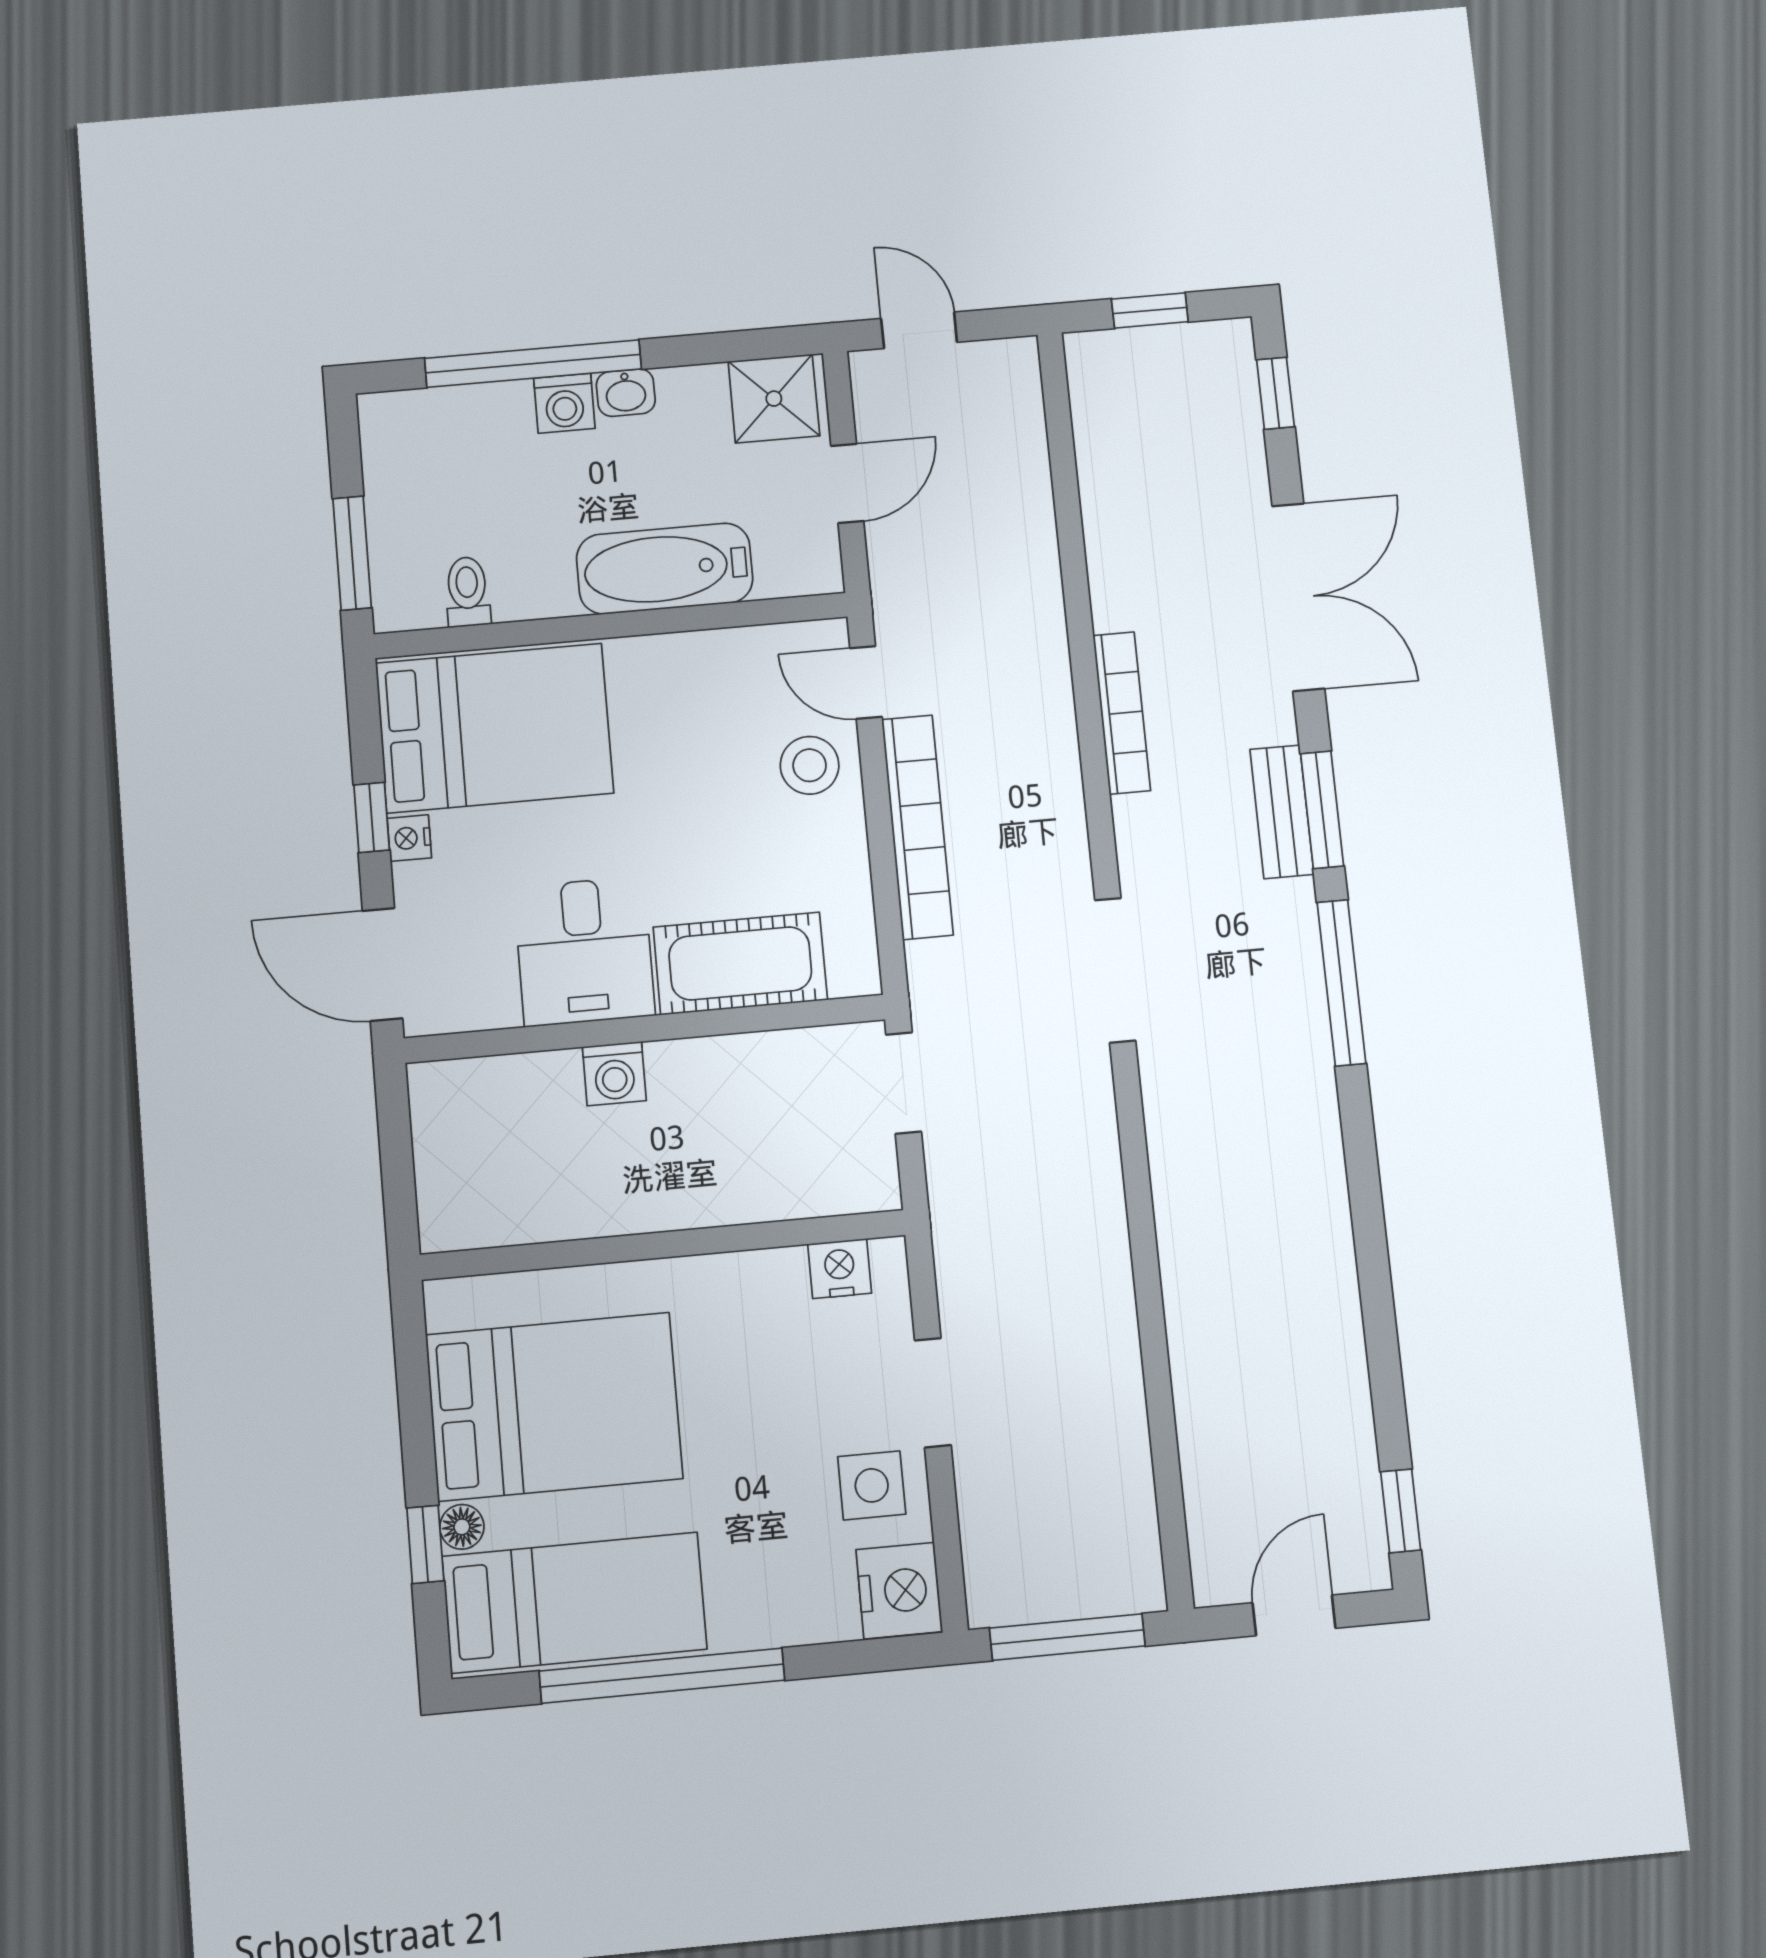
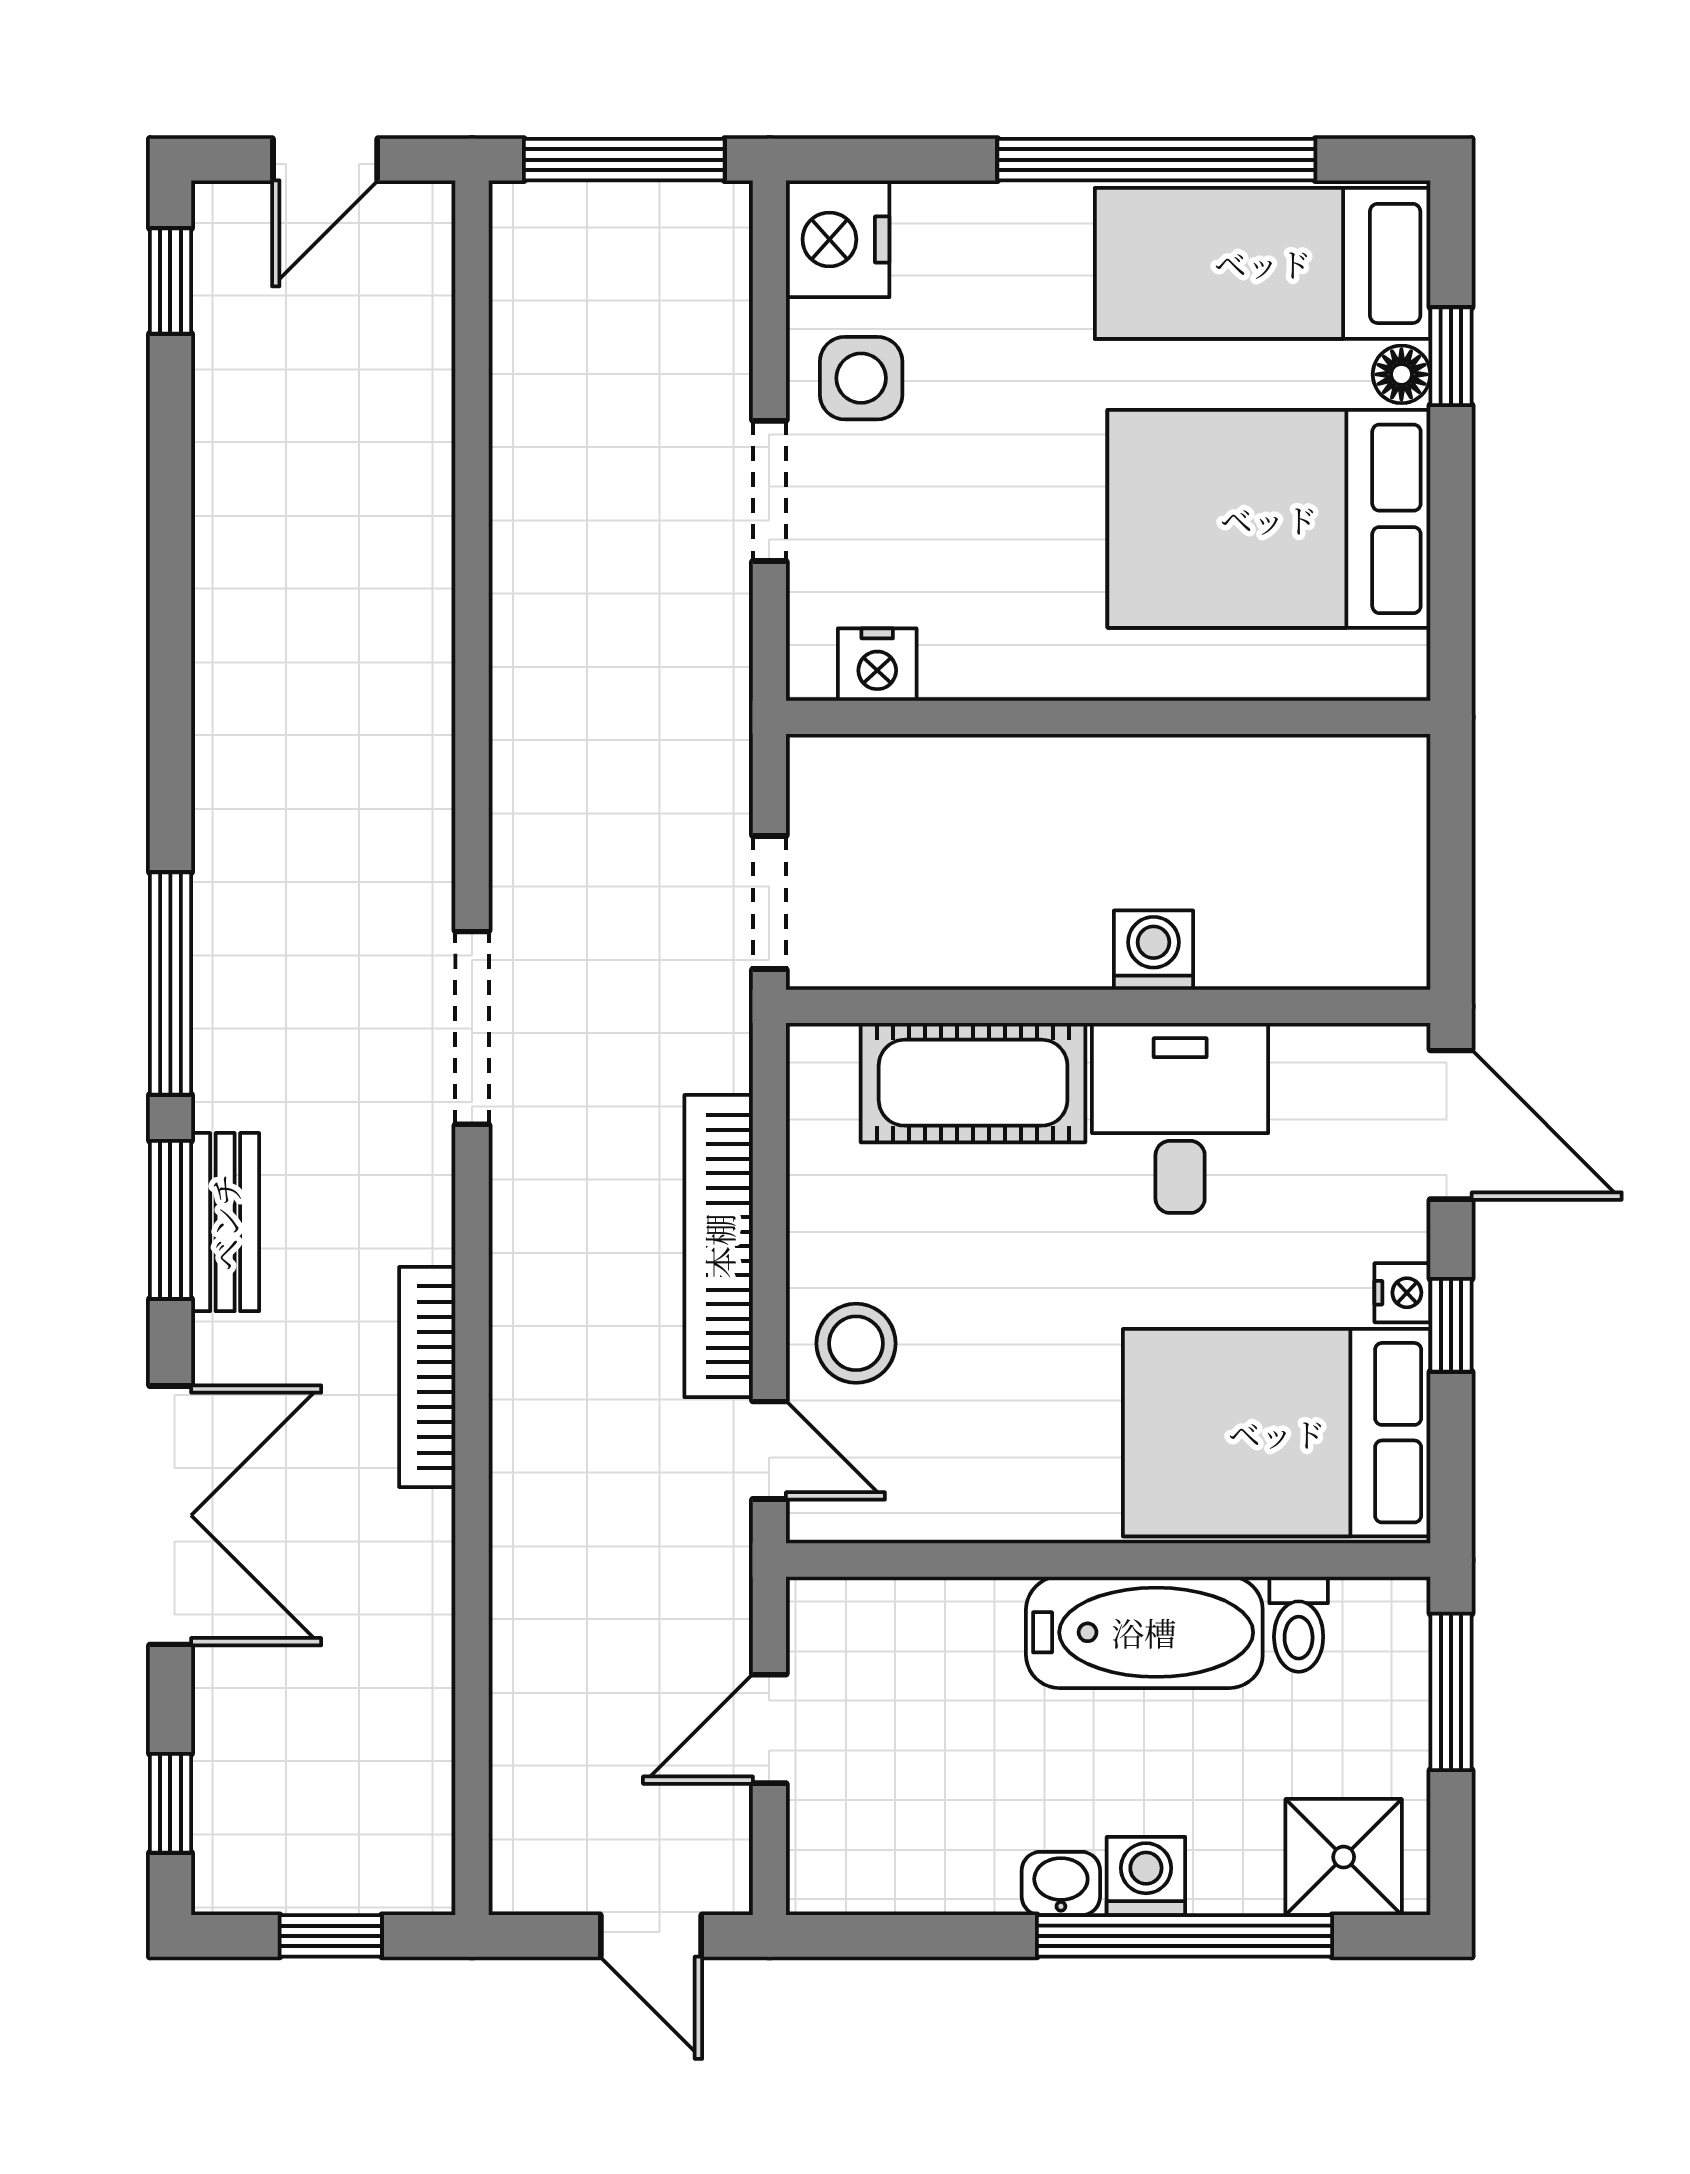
shower: (774, 399) -> (1344, 1857), moved
bathtub: (665, 569) -> (1144, 1632), moved
double door: (1298, 597) -> (170, 1515), swing flipped

